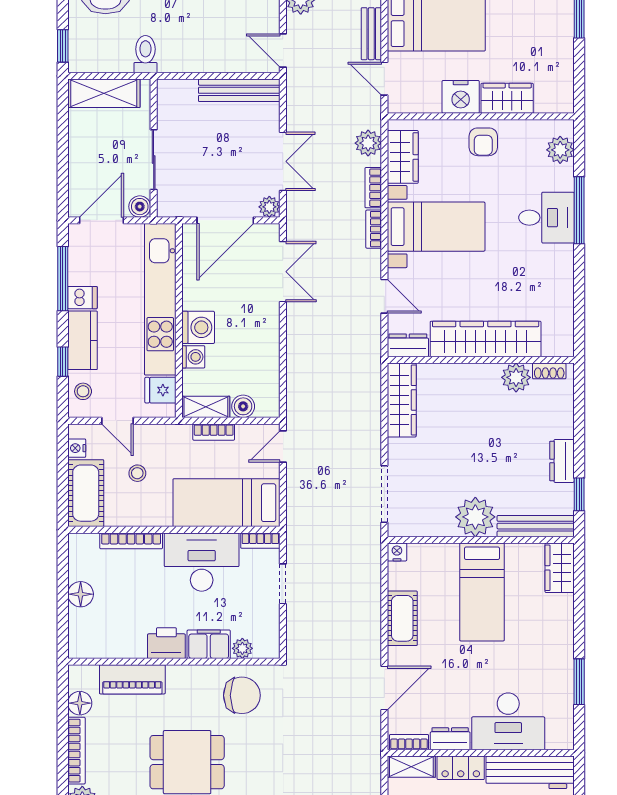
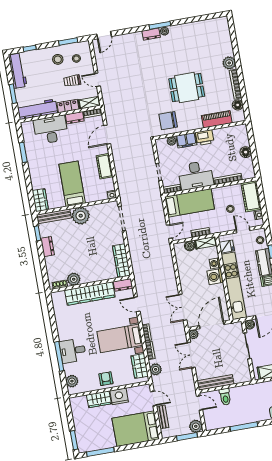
toilet: (145, 54) -> (225, 397), moved

